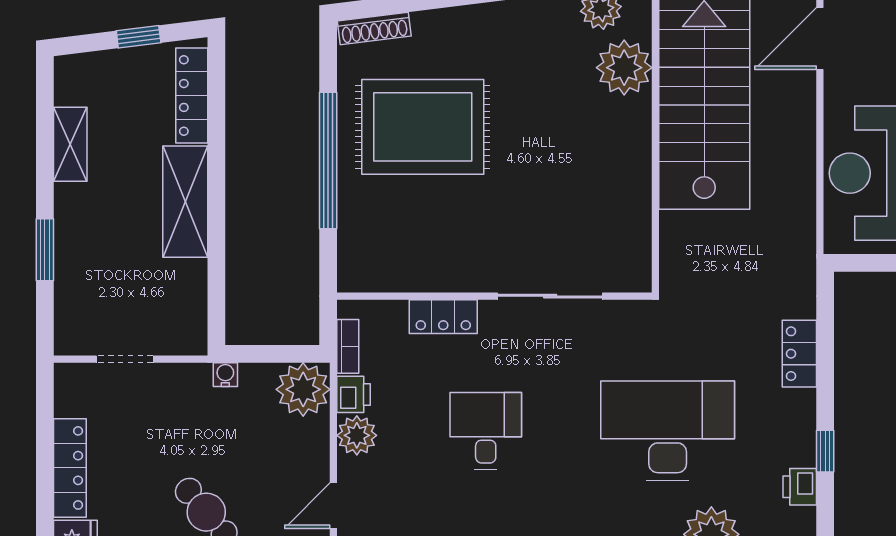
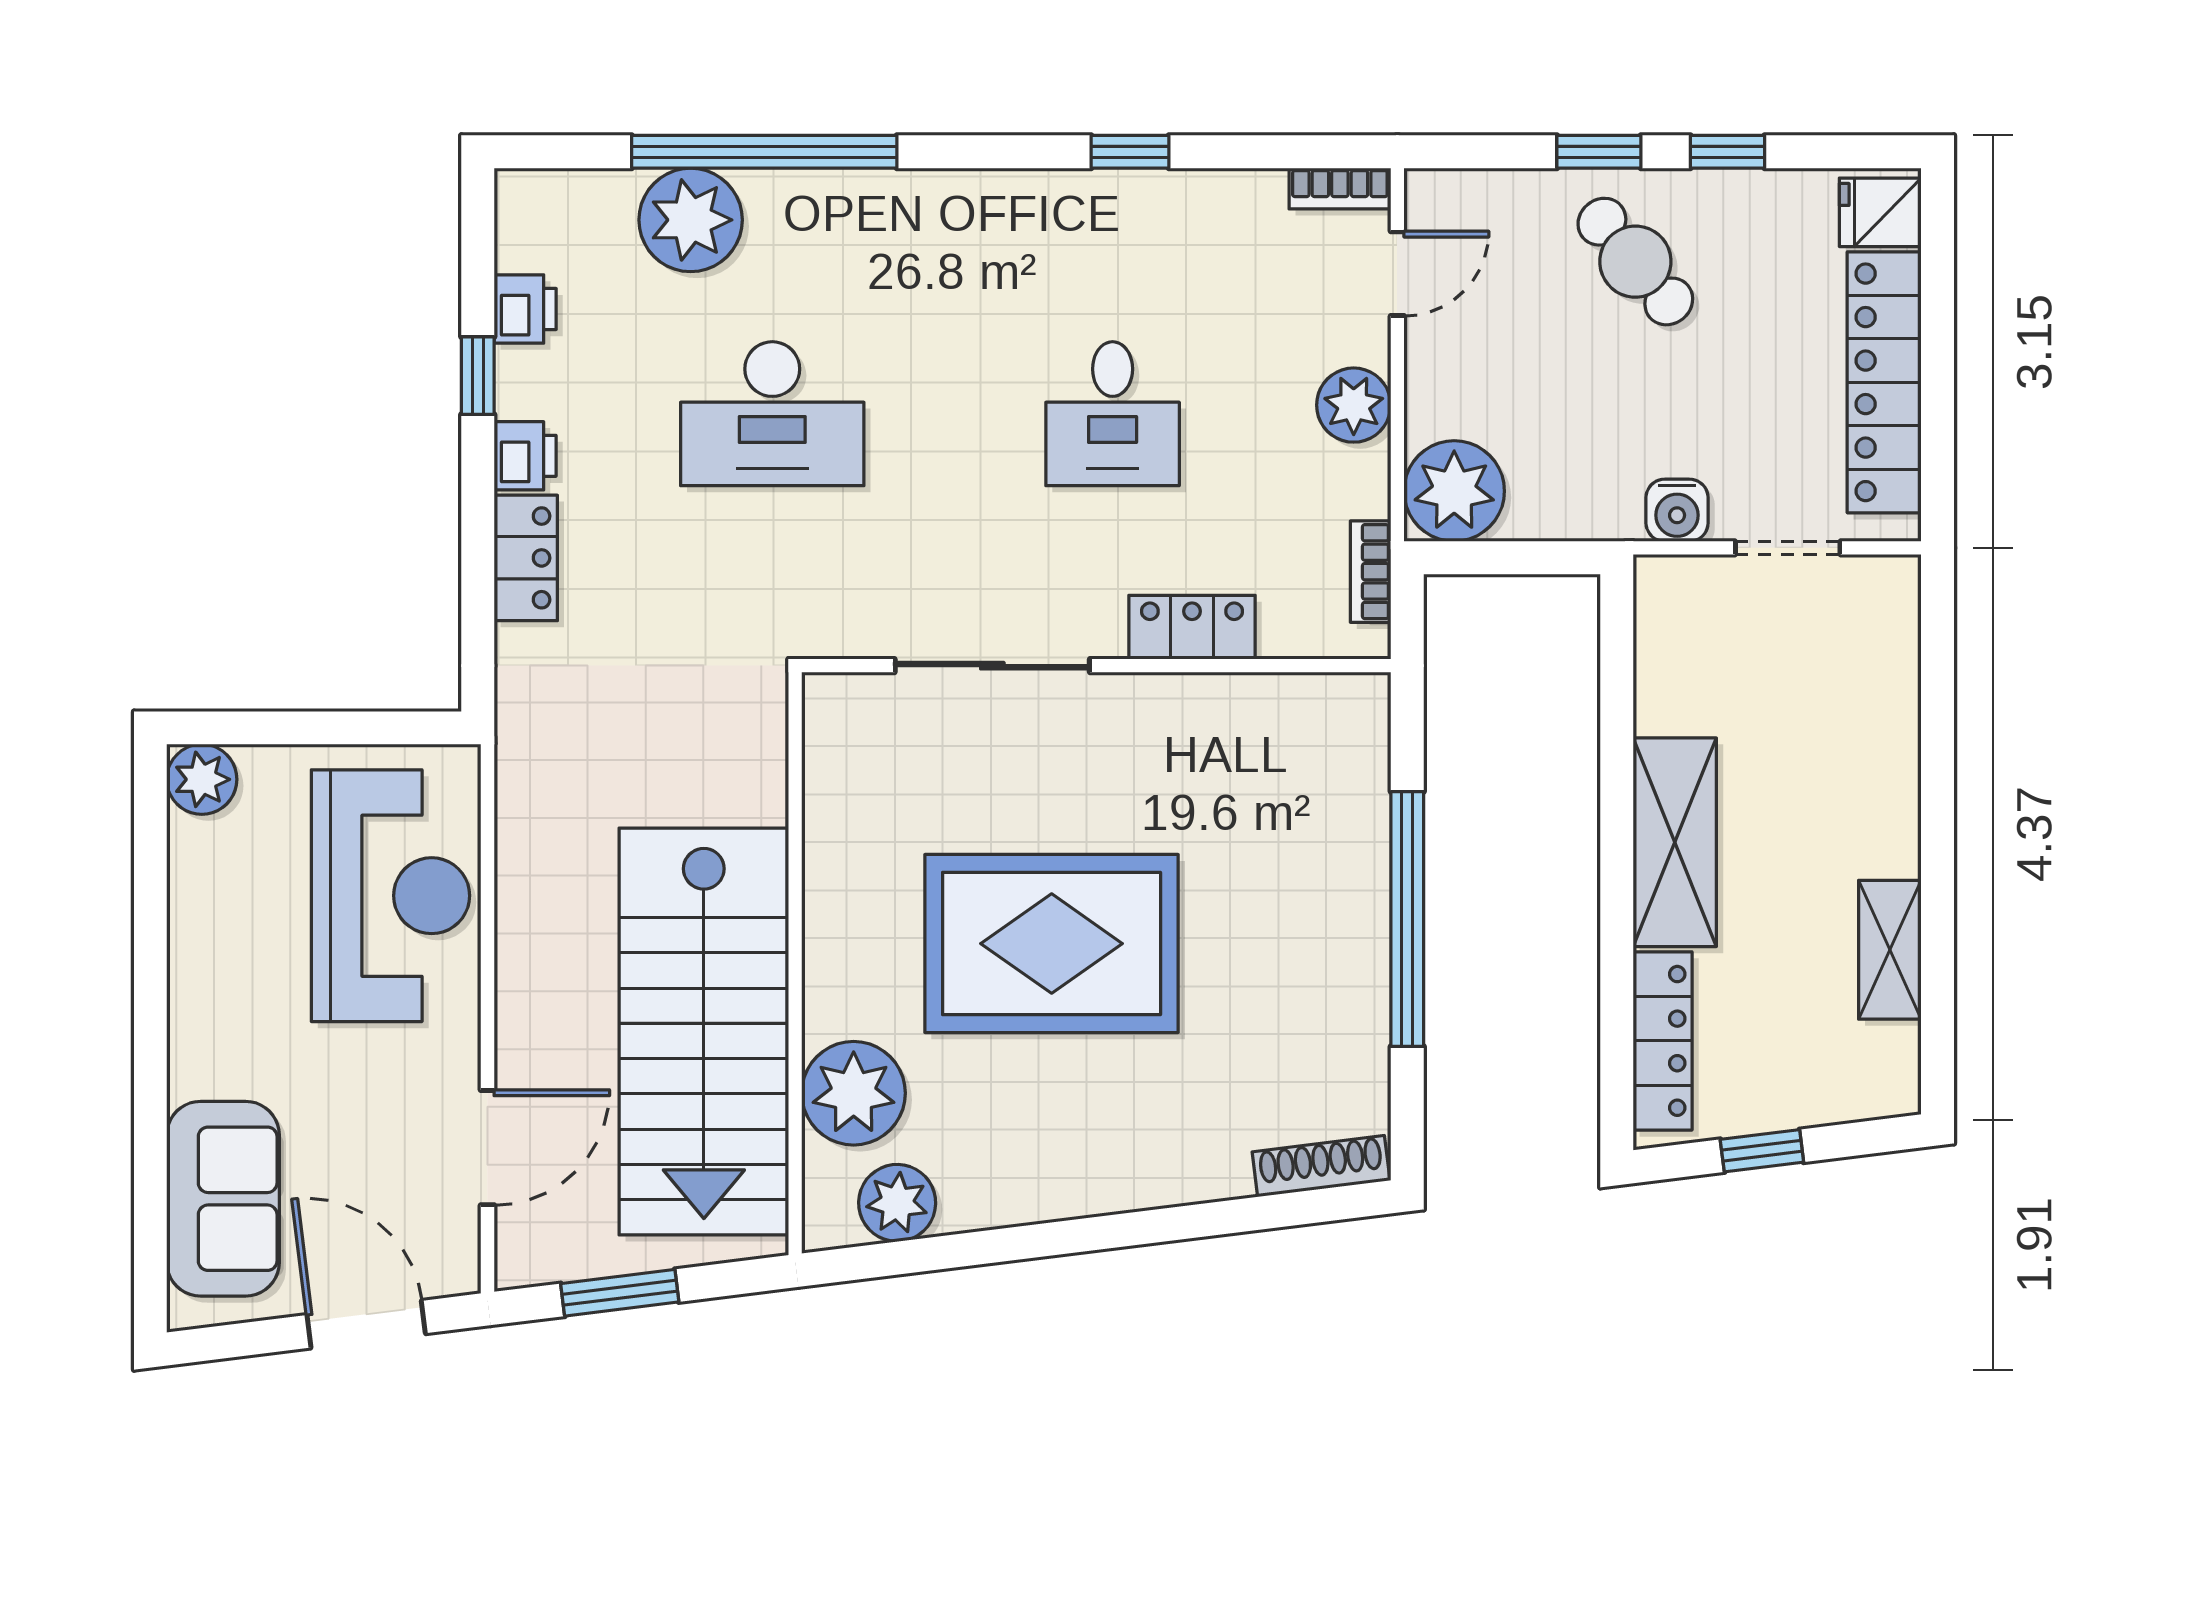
rug: (423, 127) -> (1052, 944), moved
window: (45, 250) -> (1937, 752), removed
water cooler: (225, 375) -> (1677, 510), moved, width x1.38, depth x1.38
printer: (354, 394) -> (525, 456), moved, turned 180
desk: (668, 431) -> (772, 414), width x0.73, depth x0.77
locker: (70, 468) -> (1884, 382), width x1.41, depth x1.21

